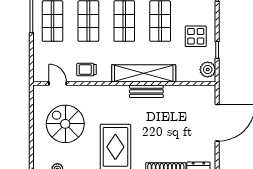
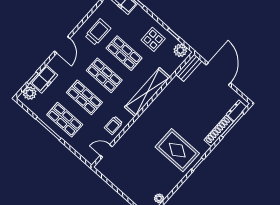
bench: (146, 91) -> (189, 68), moved
spiral stairs: (65, 124) -> (135, 169), removed

